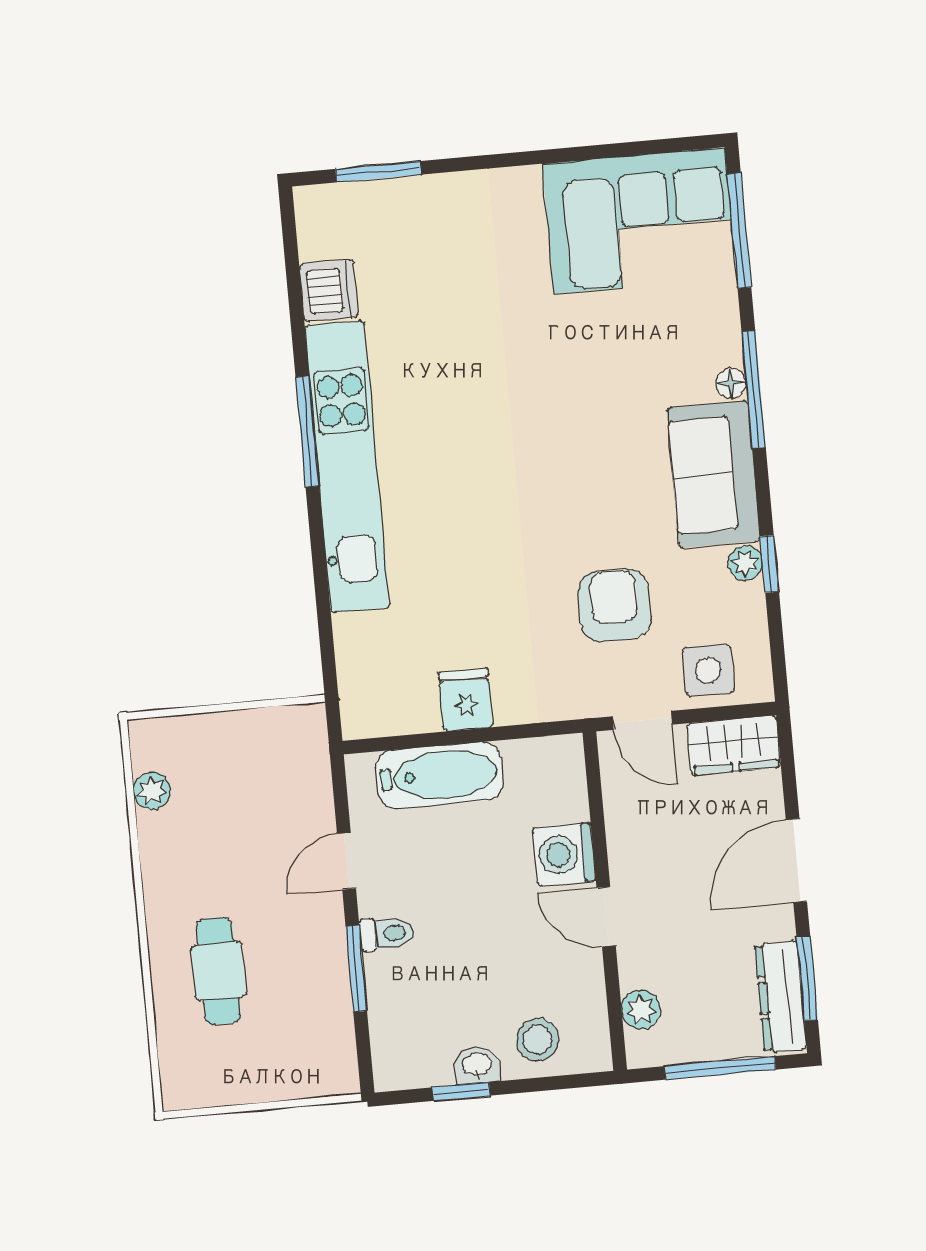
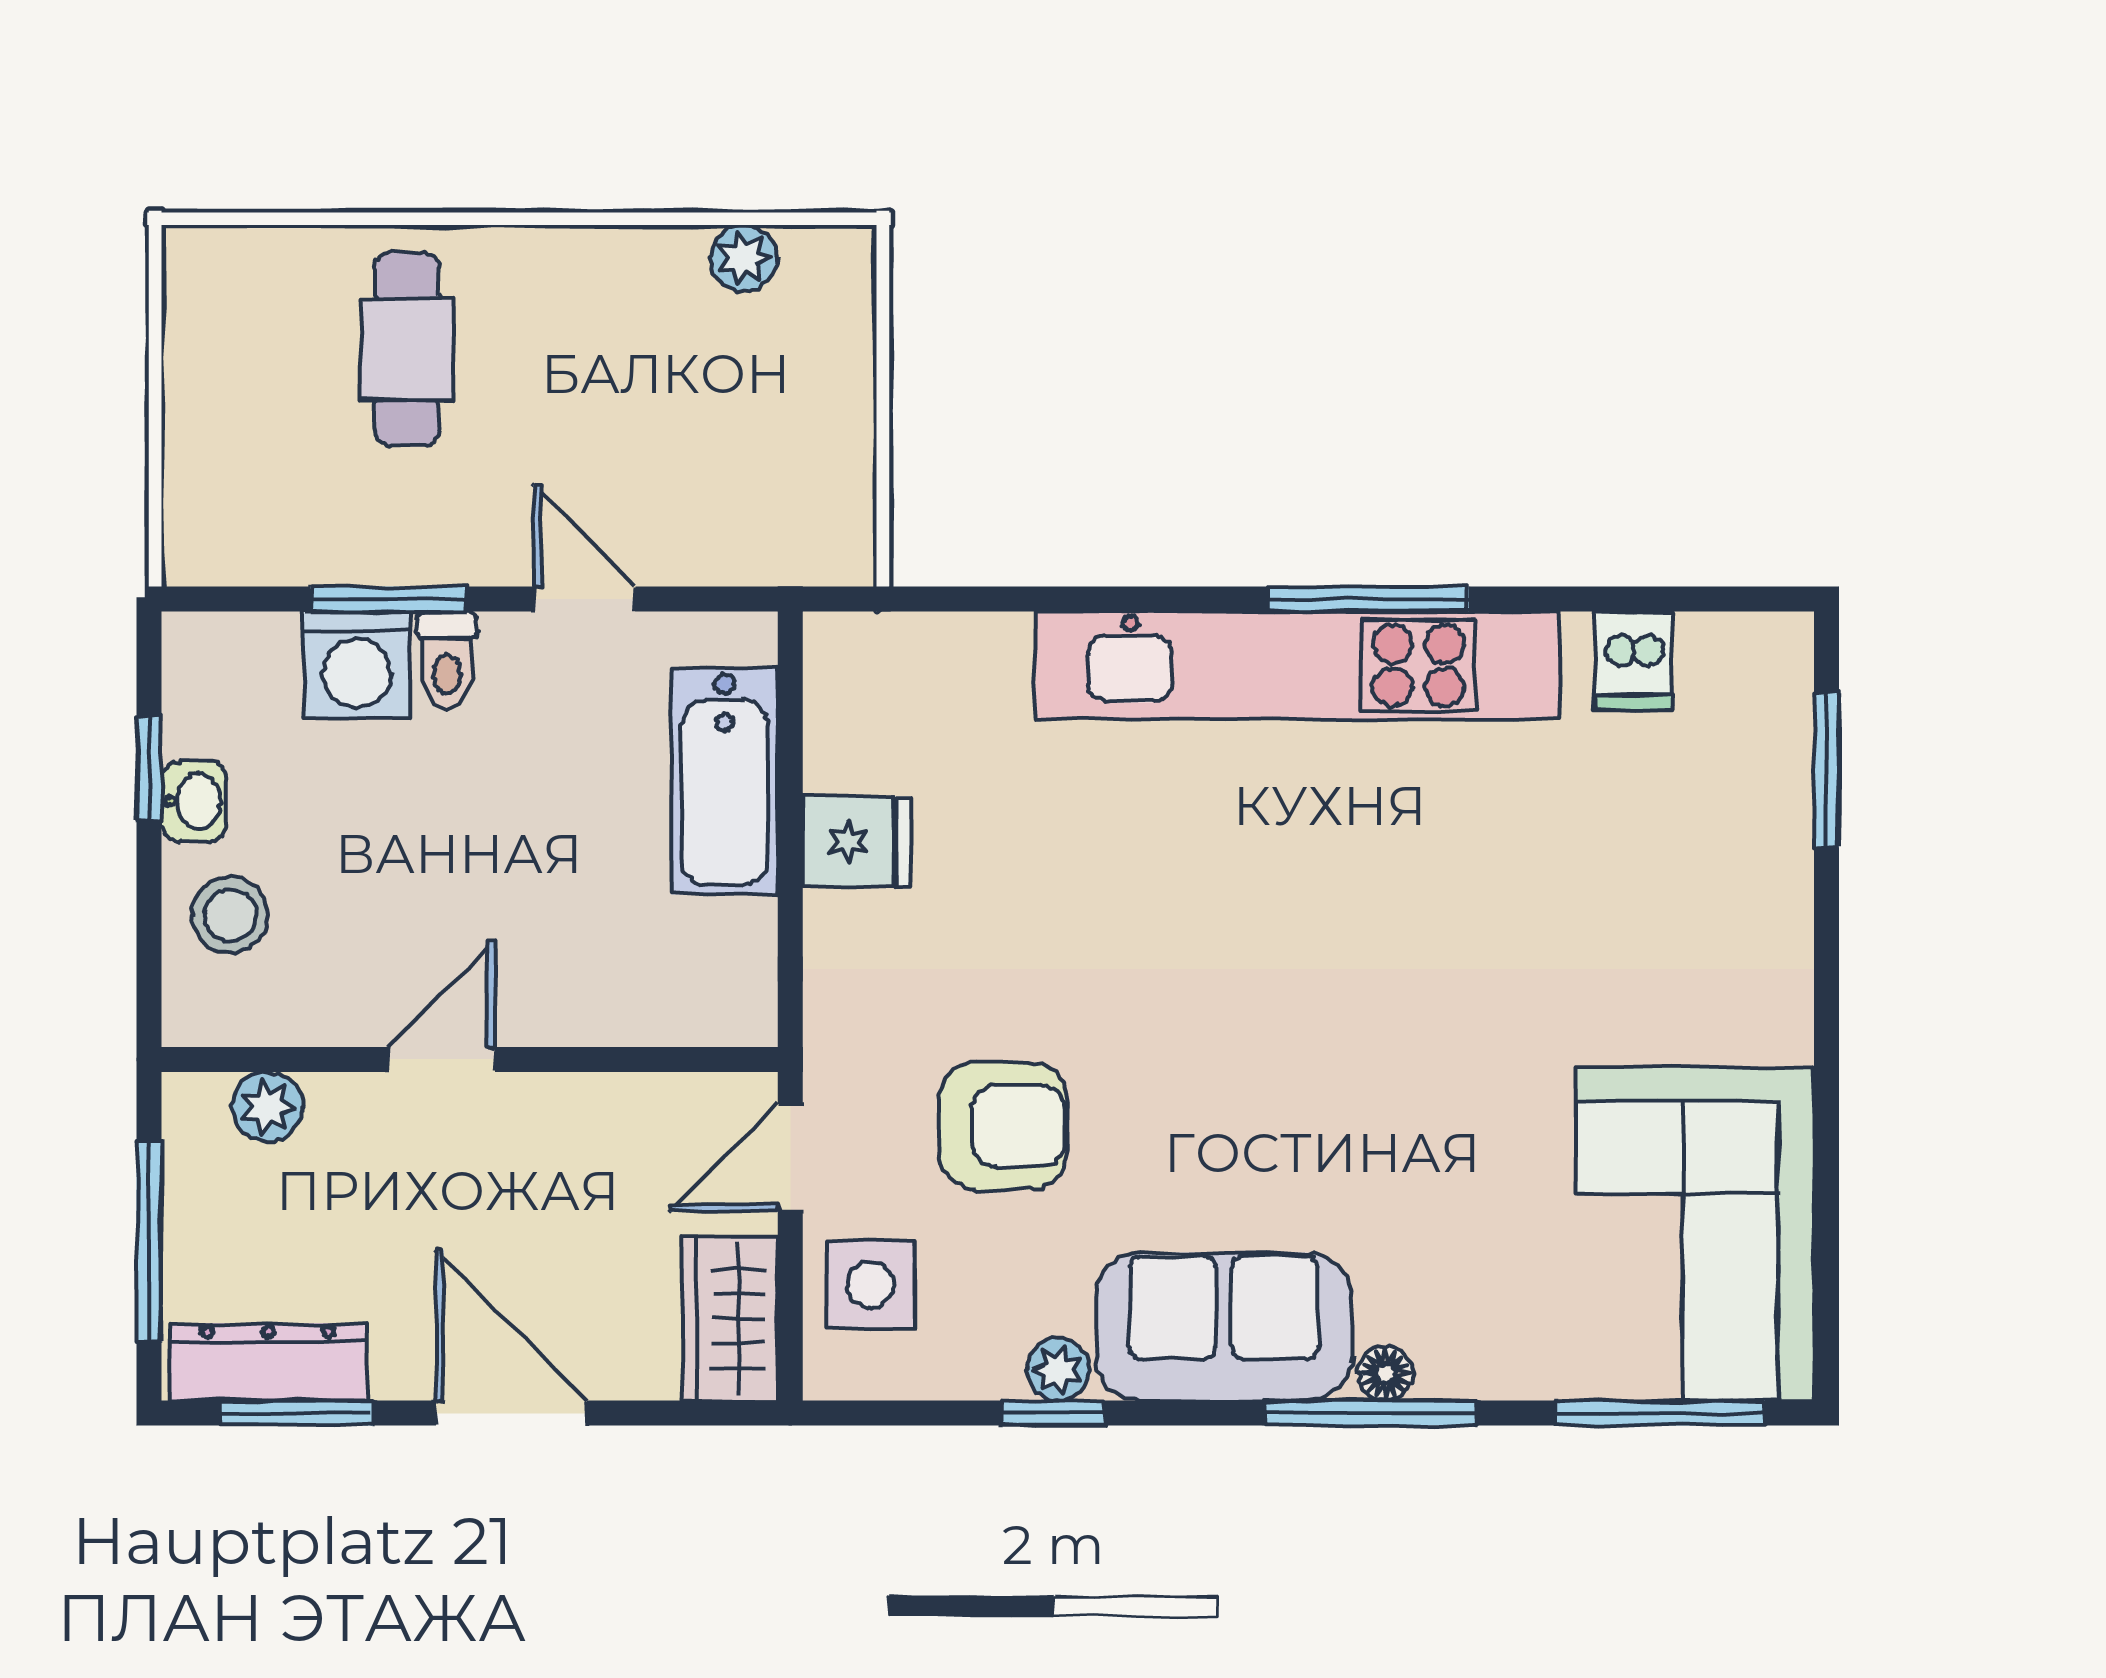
dishwasher: (329, 291) -> (1634, 661), width x0.73
washing machine: (564, 854) -> (357, 665), moved, turned 180
cafe table: (219, 971) -> (407, 350), turned 90

